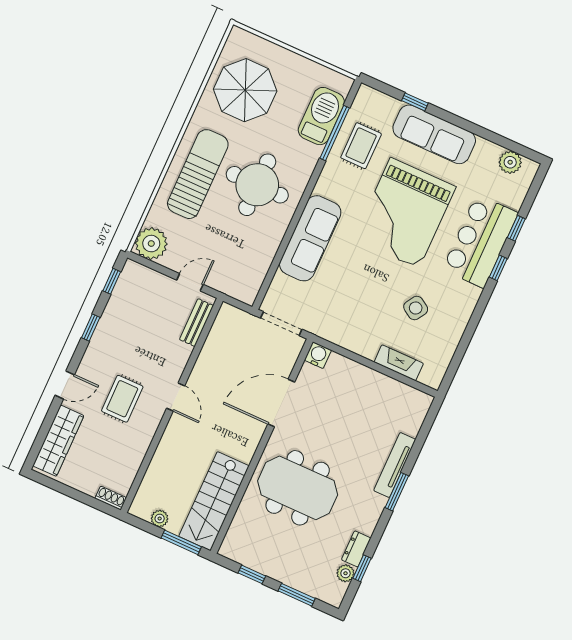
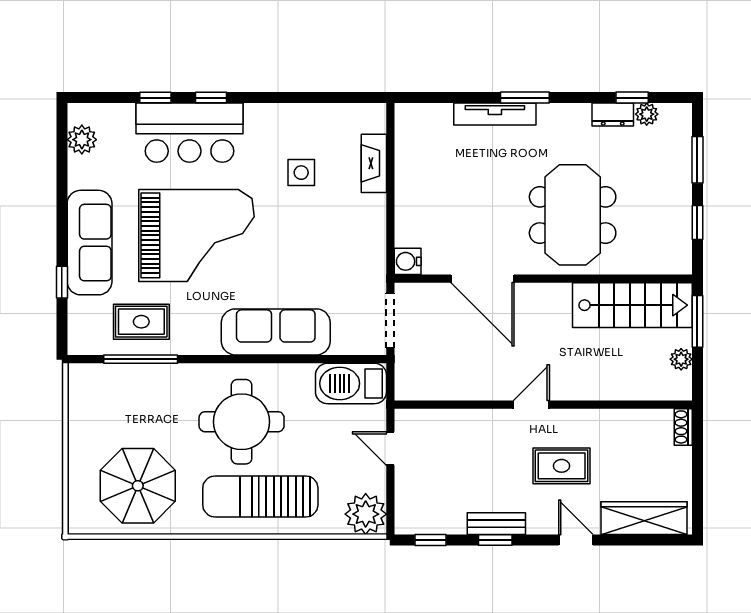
barbecue: (321, 116) -> (351, 383), moved
side table: (416, 308) -> (301, 173), turned -32
bench: (197, 323) -> (496, 524), moved

